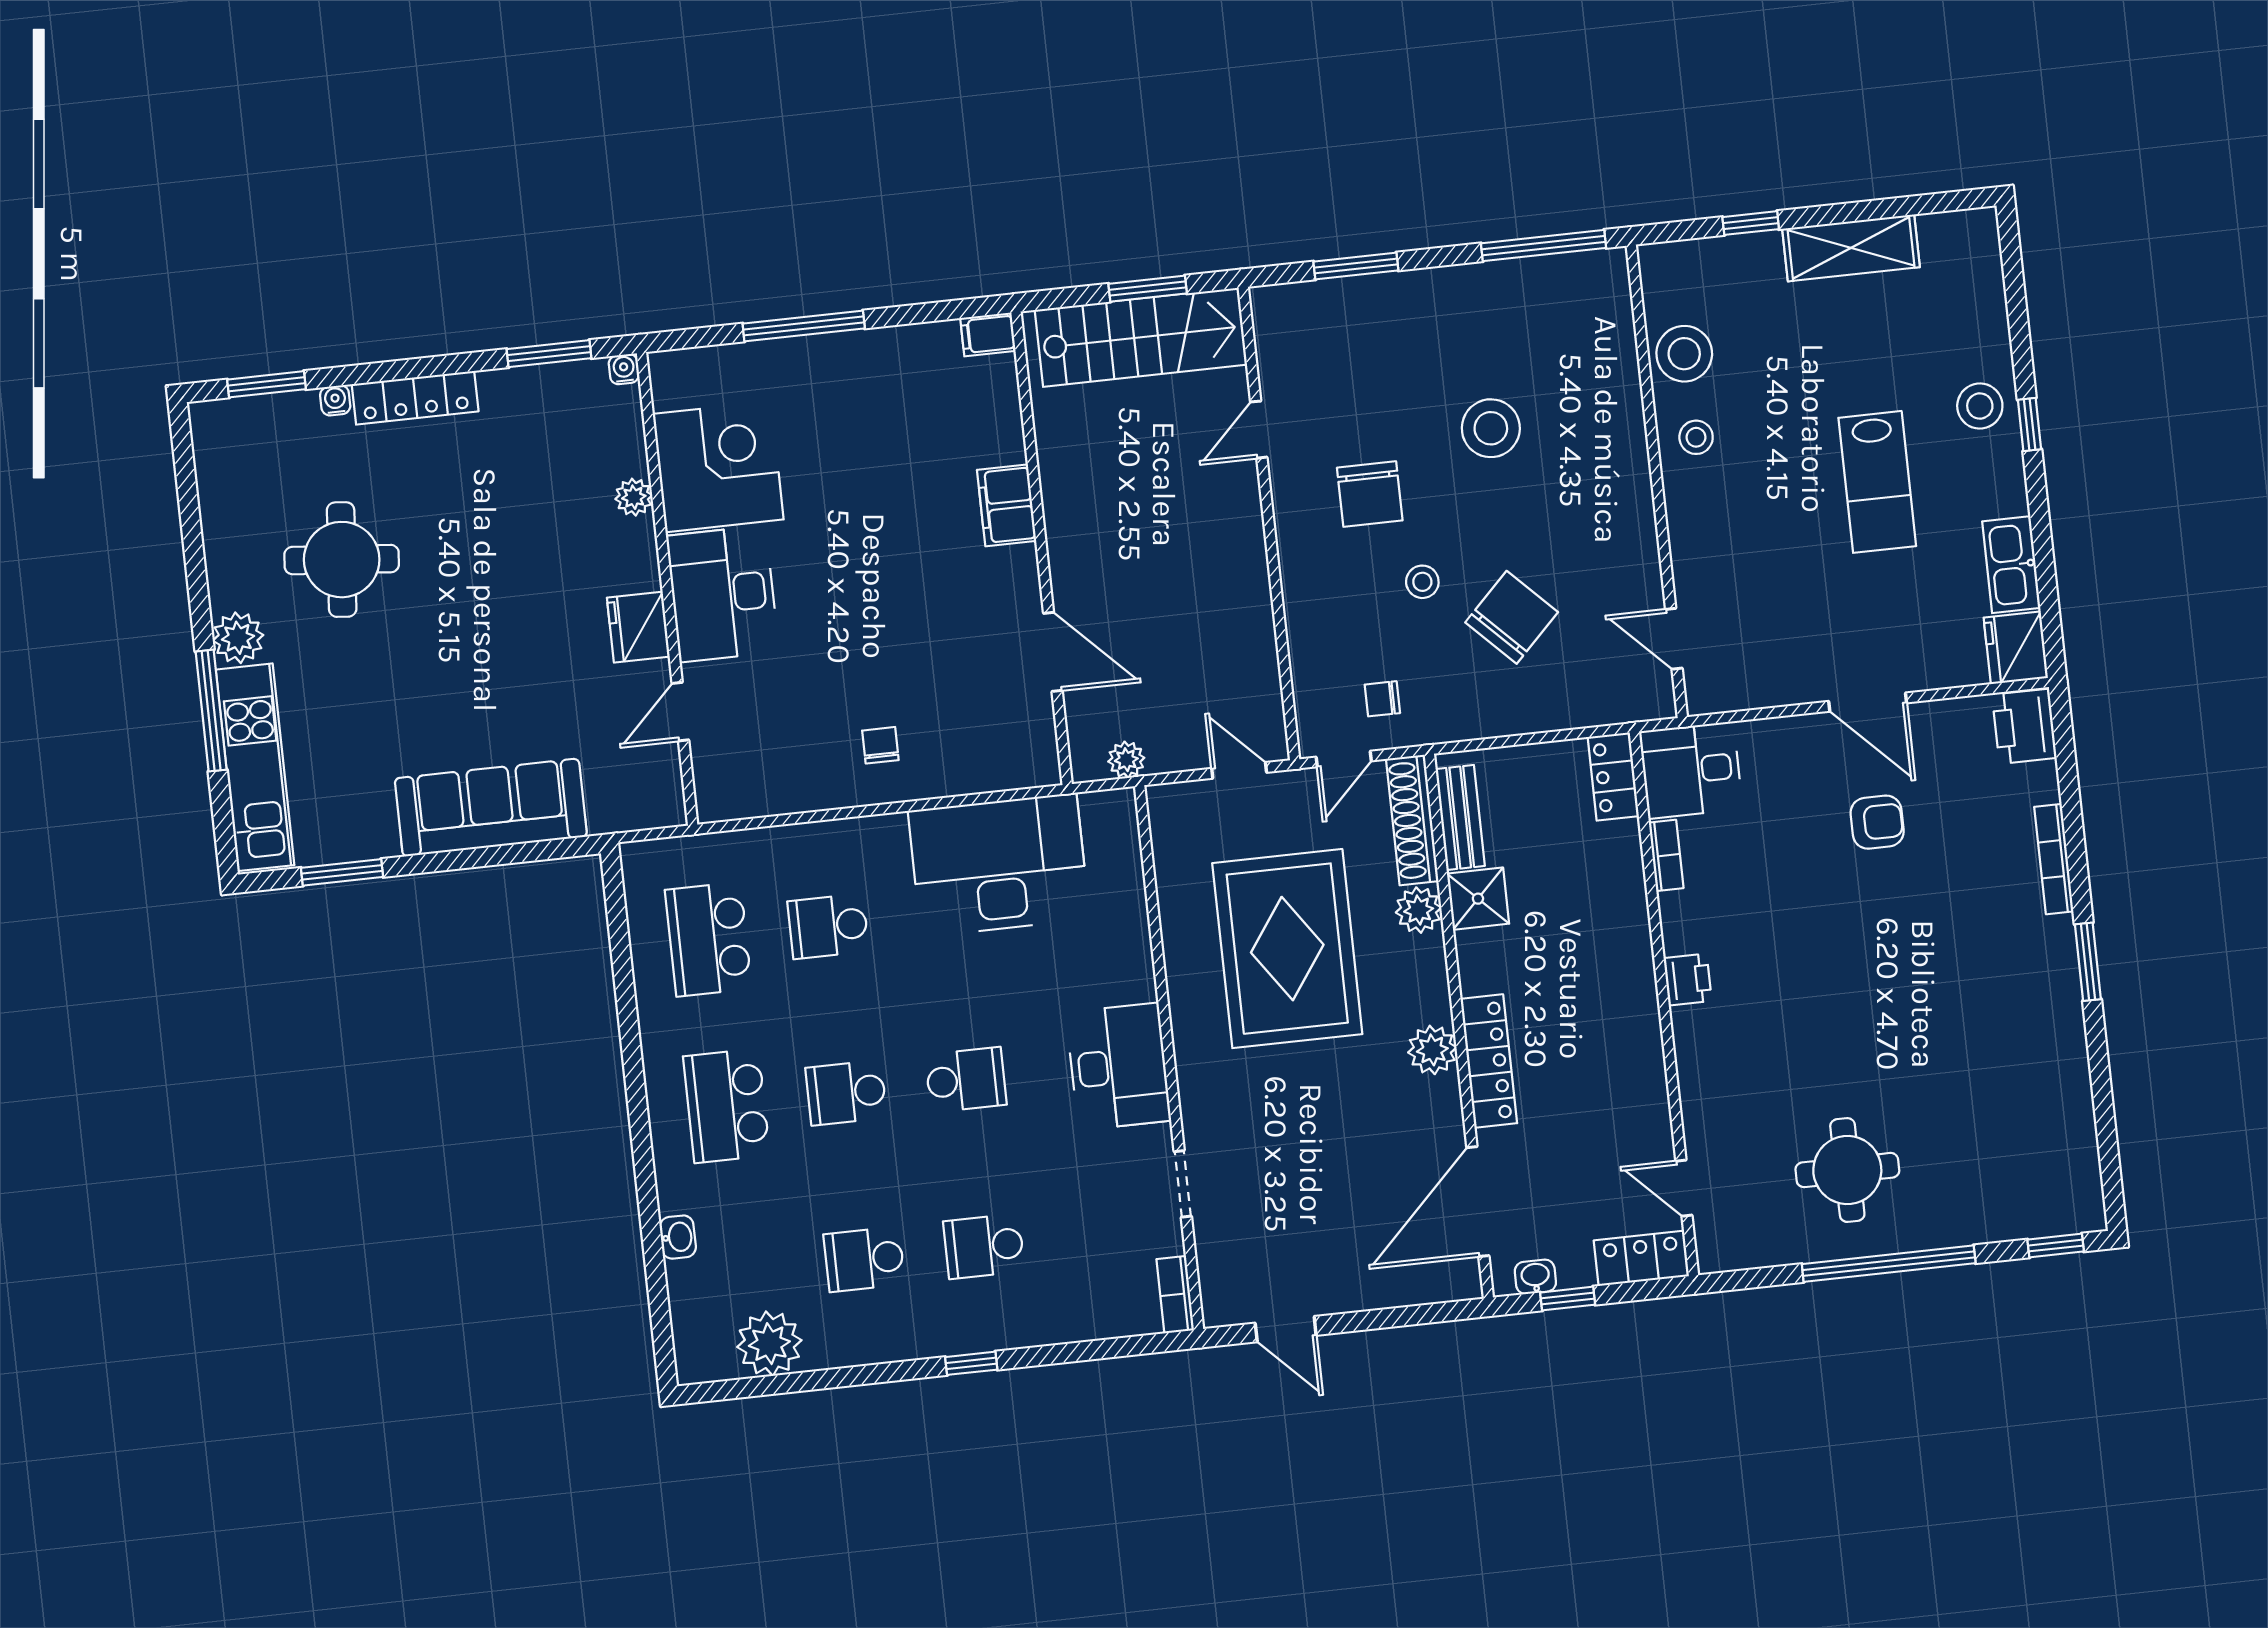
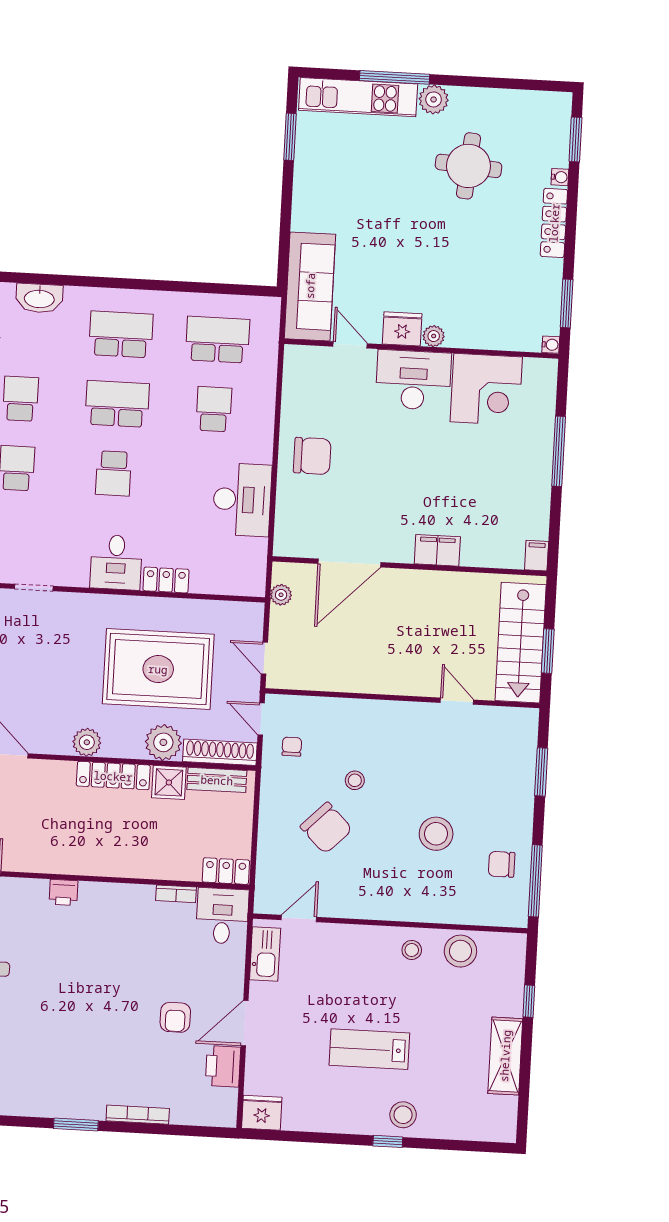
chair: (1370, 494) -> (502, 864), moved, width x0.73, depth x0.73
plant: (634, 497) -> (434, 336), moved
kitchen sink: (2011, 565) -> (265, 954), moved, turned 90
door: (1053, 652) -> (349, 563), width x1.36
printer: (2024, 726) -> (223, 1066), moved, turned -90
chair: (880, 745) -> (312, 456), width x1.87, depth x1.87
door: (1239, 770) -> (264, 658), swing flipped
sofa: (491, 808) -> (310, 286), moved
desk: (999, 865) -> (242, 500), width x0.73, depth x0.77
plant: (1419, 910) -> (163, 742), width x1.36, depth x1.36
locker: (1133, 960) -> (166, 580), added
printer: (1688, 980) -> (63, 892), moved
locker: (1489, 1061) -> (113, 776), moved
desk: (1118, 1066) -> (116, 562), width x0.73
school desk: (846, 1093) -> (117, 404), width x1.85
washbasin: (678, 1237) -> (39, 298), width x1.91, depth x1.45

